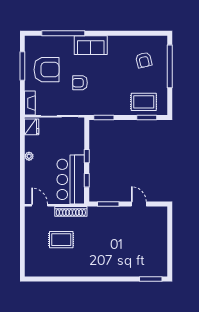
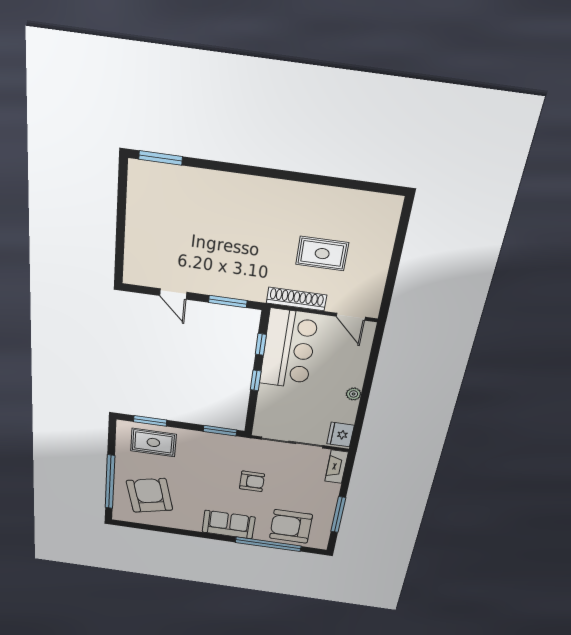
armchair: (144, 60) -> (150, 495), width x1.88, depth x1.88
armchair: (46, 70) -> (291, 526), moved

